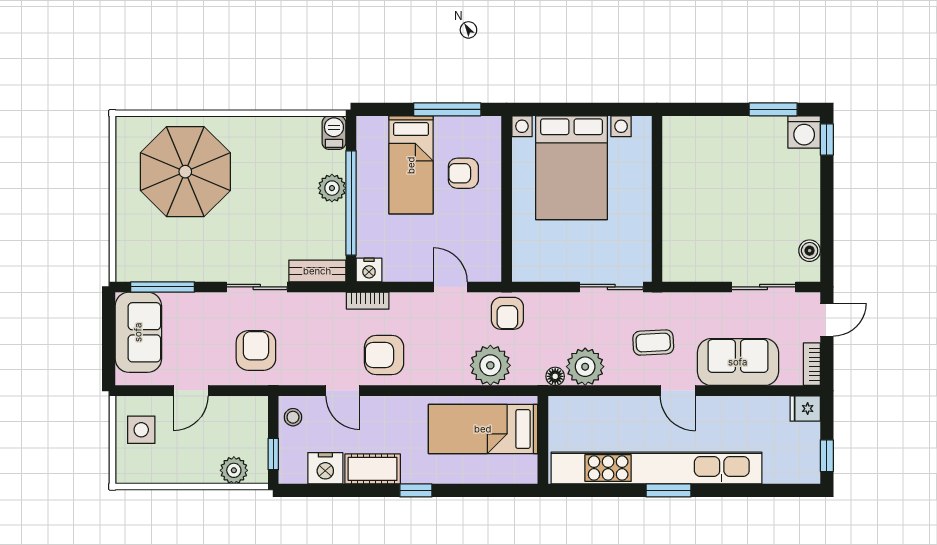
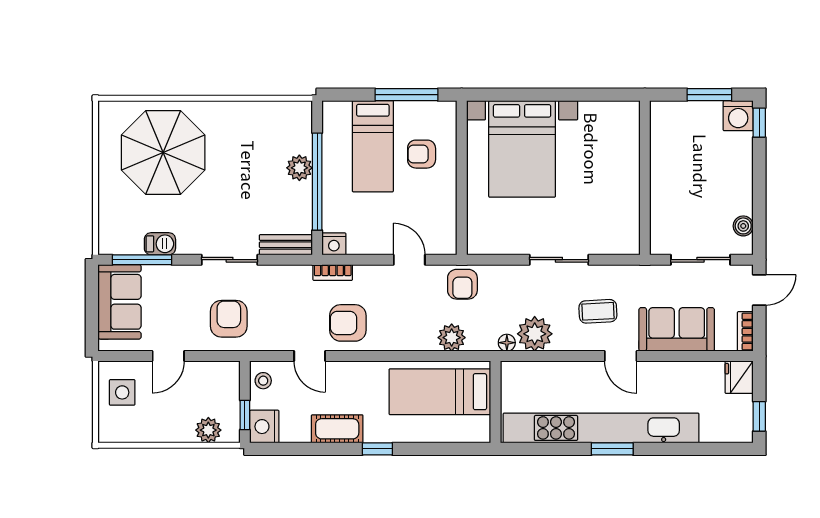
barbecue: (334, 133) -> (160, 244), moved, turned 90
wall: (657, 199) -> (645, 178), moved
plant: (490, 365) -> (452, 338), width x0.73, depth x0.73
fridge: (805, 409) -> (739, 377), width x1.38
nightstand: (325, 468) -> (264, 427), moved, turned 90

